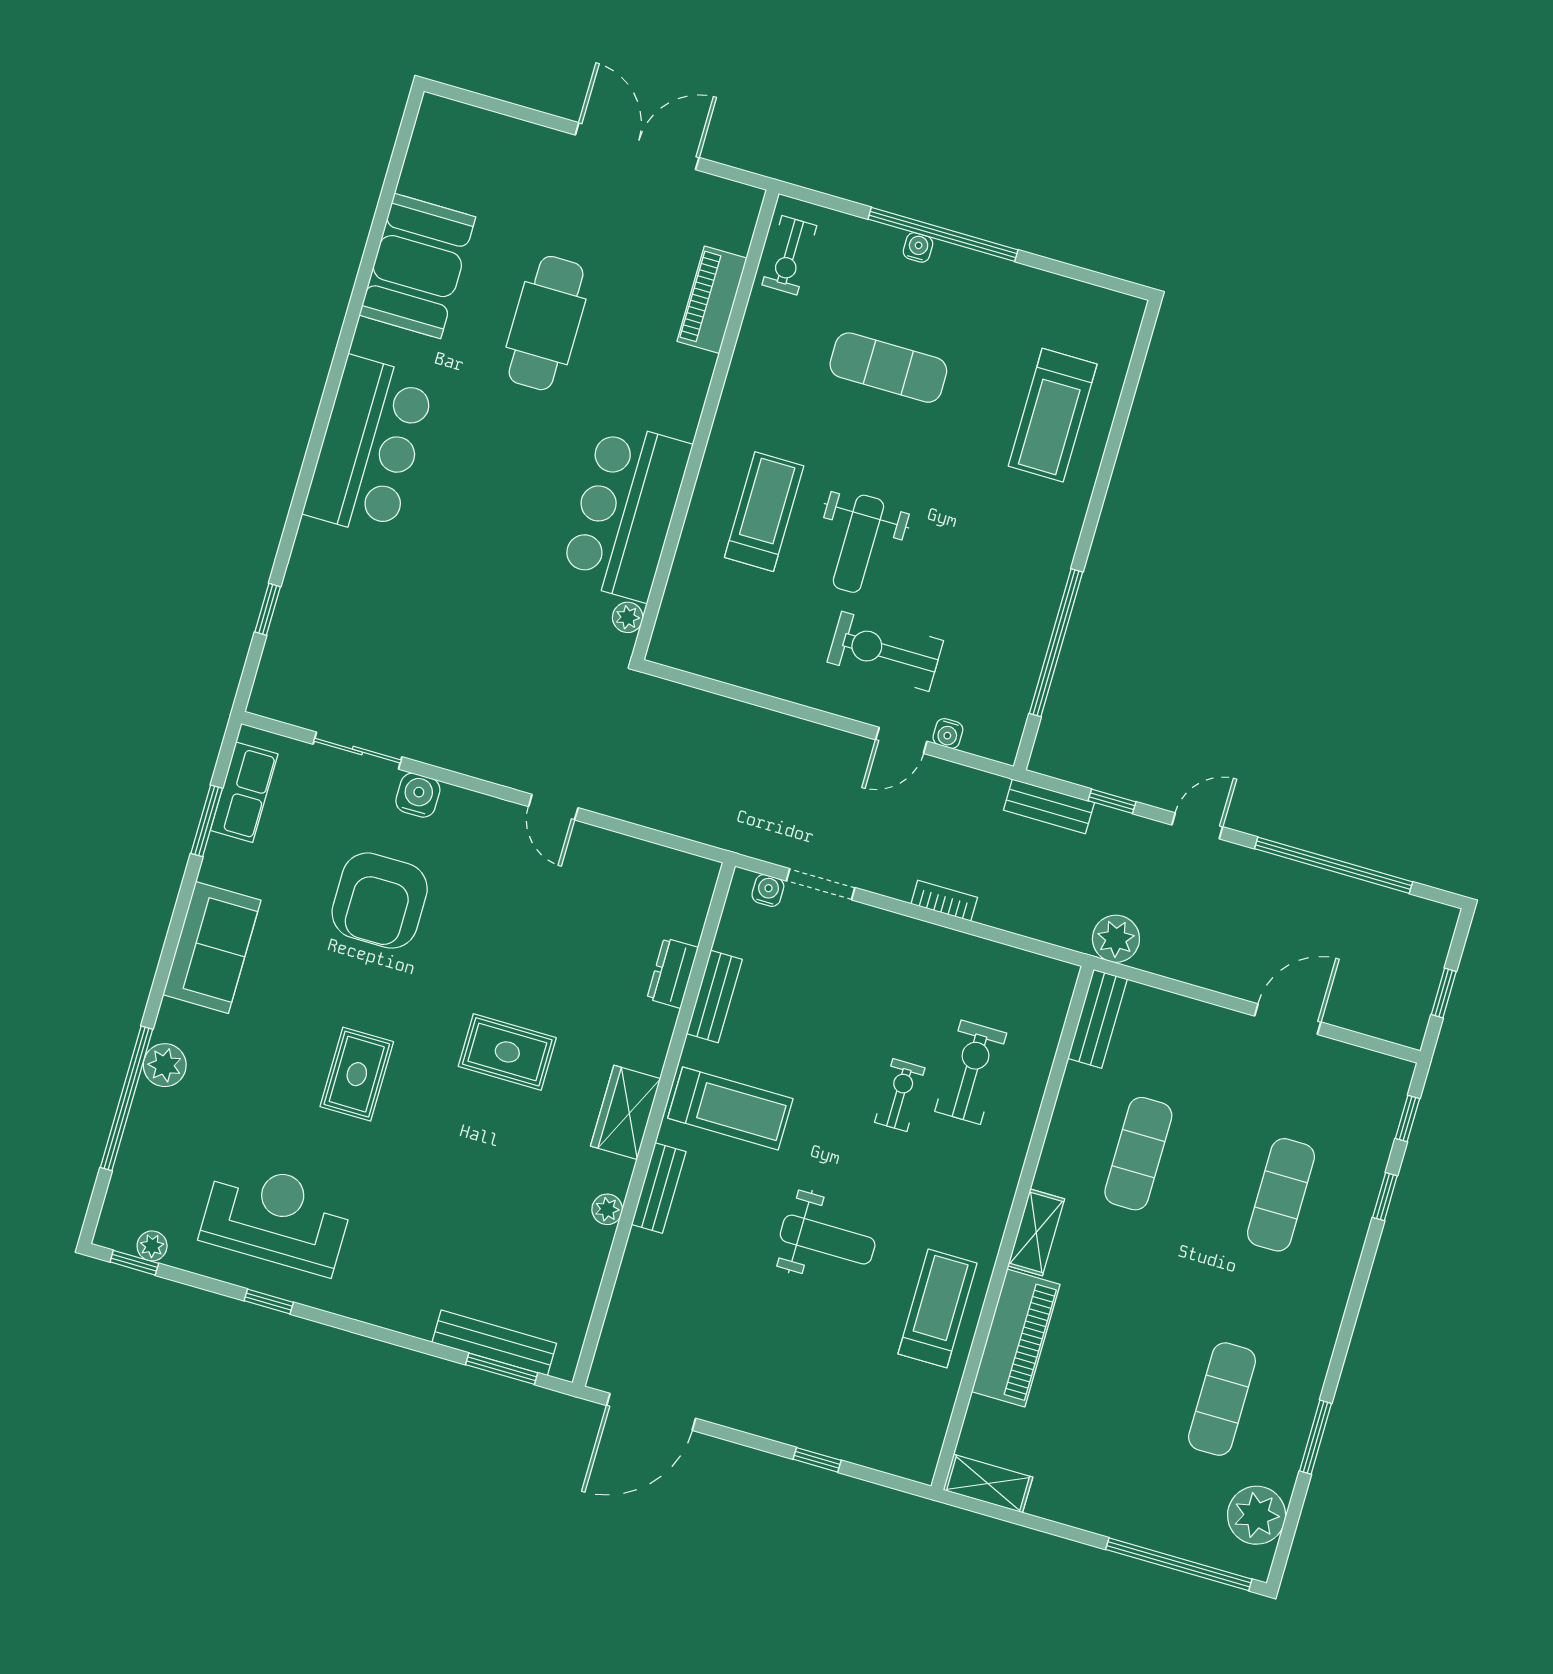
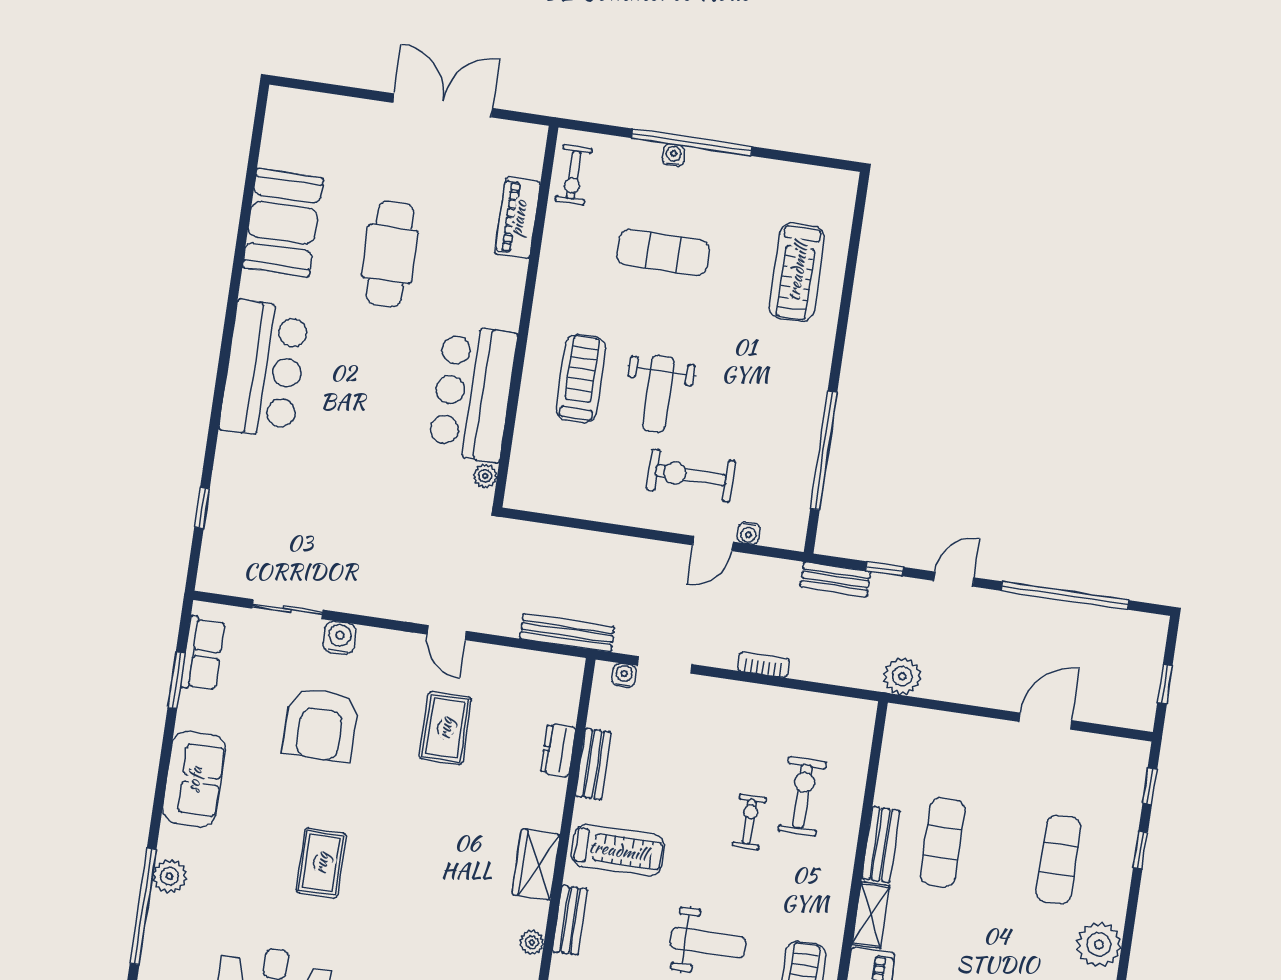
bench: (704, 827) -> (567, 633), added
bench: (1098, 1019) -> (881, 845), moved
rug: (507, 1052) -> (445, 728), moved, turned 90
plant: (1317, 1308) -> (1099, 945), added

